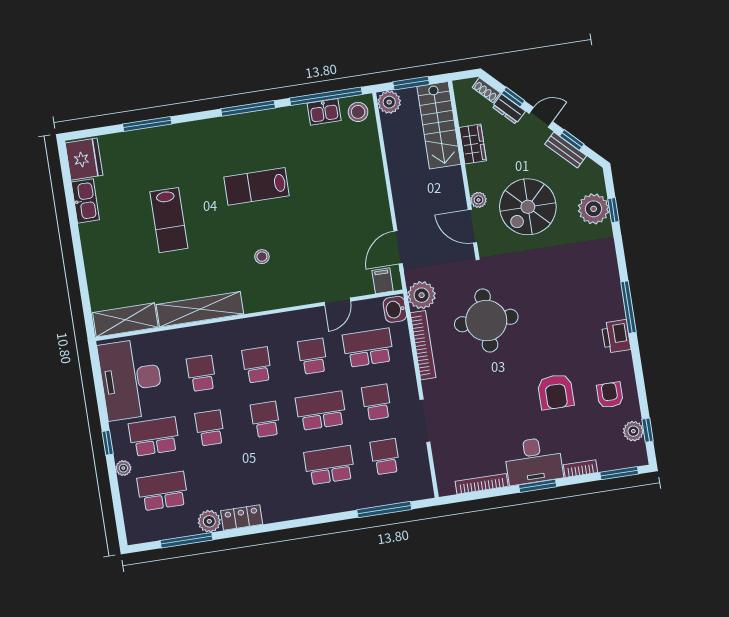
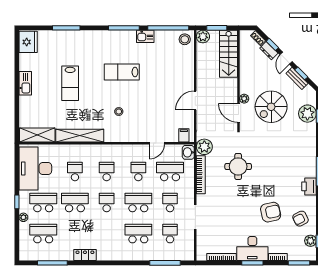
kitchen sink: (324, 112) -> (145, 36), moved
door: (541, 117) -> (286, 58), swing flipped
wardrobe: (473, 144) -> (246, 67), removed
kitchen sink: (85, 201) -> (25, 83), moved
door: (398, 247) -> (195, 100), moved
round table: (486, 321) -> (238, 166), width x0.73, depth x0.73
armchair: (556, 392) -> (271, 212), turned -102
armchair: (610, 395) -> (300, 219), turned -116
school desk: (210, 428) -> (75, 202), width x1.85
plant: (209, 521) -> (67, 254), removed

